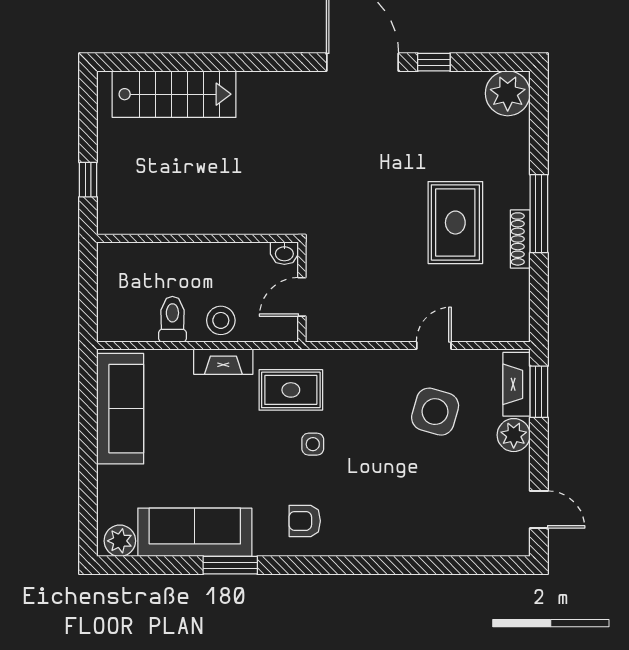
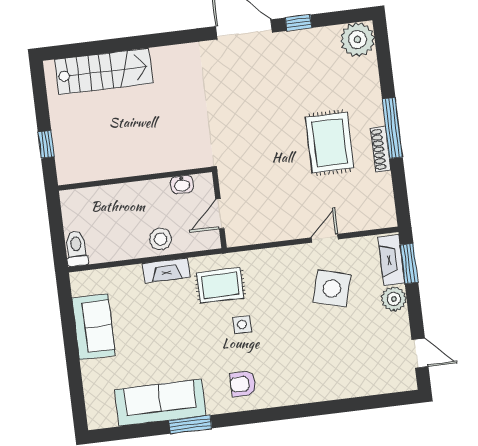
washbasin: (284, 253) -> (182, 184), moved
toilet: (172, 319) -> (76, 248), moved
sofa: (120, 409) -> (93, 327), width x0.73
plant: (120, 541) -> (104, 416), removed

